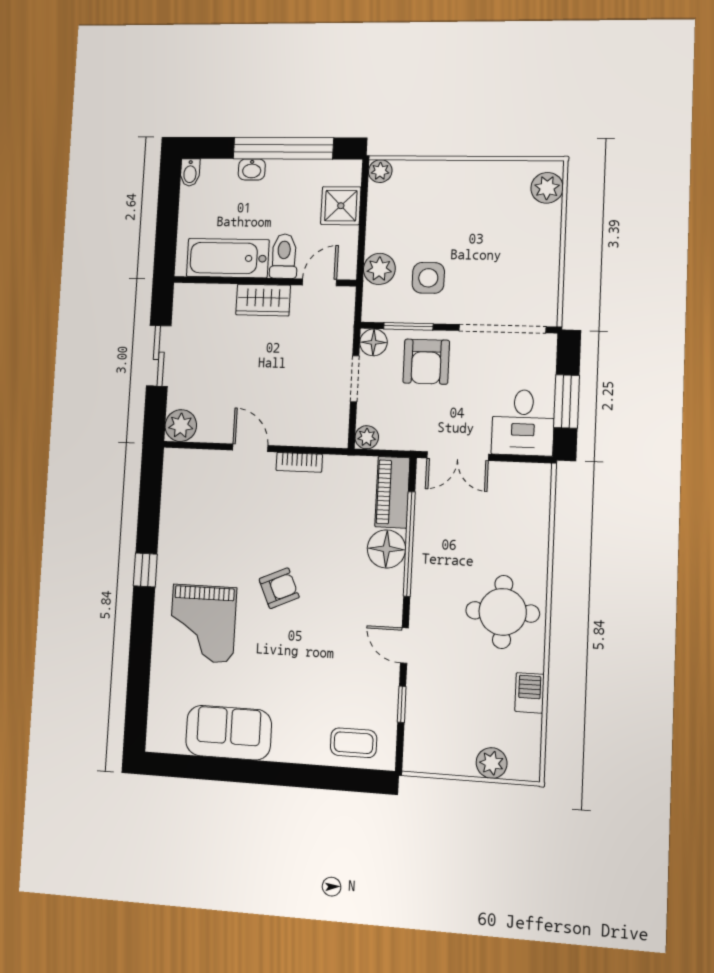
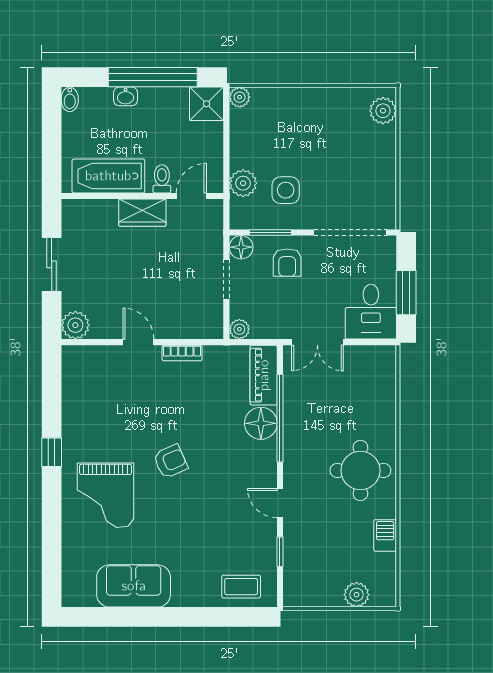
shower: (341, 206) -> (207, 104), moved
toilet: (284, 256) -> (162, 179), width x0.73, depth x0.72
armchair: (426, 362) -> (287, 263), width x0.72, depth x0.72

